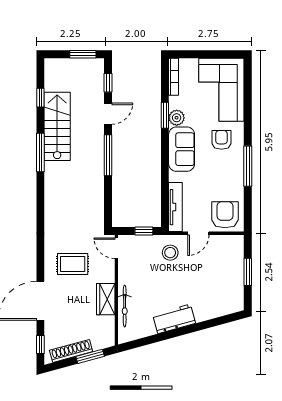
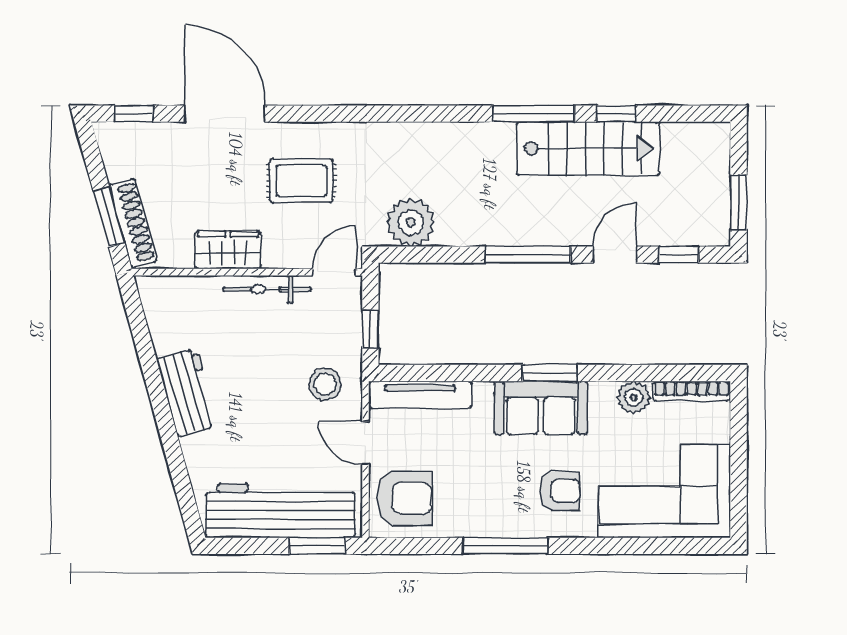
window: (40, 98) -> (616, 114), moved
door: (108, 114) -> (615, 255), swing flipped
window: (165, 115) -> (550, 373), moved
plant: (177, 118) -> (634, 397), moved
plant: (93, 212) -> (411, 222), added
rug: (73, 264) -> (301, 181), turned 90
window: (248, 272) -> (317, 546), moved
workbench: (231, 274) -> (280, 511), added
bicycle: (125, 306) -> (267, 289), moved
shoe rack: (71, 351) -> (133, 223), moved

